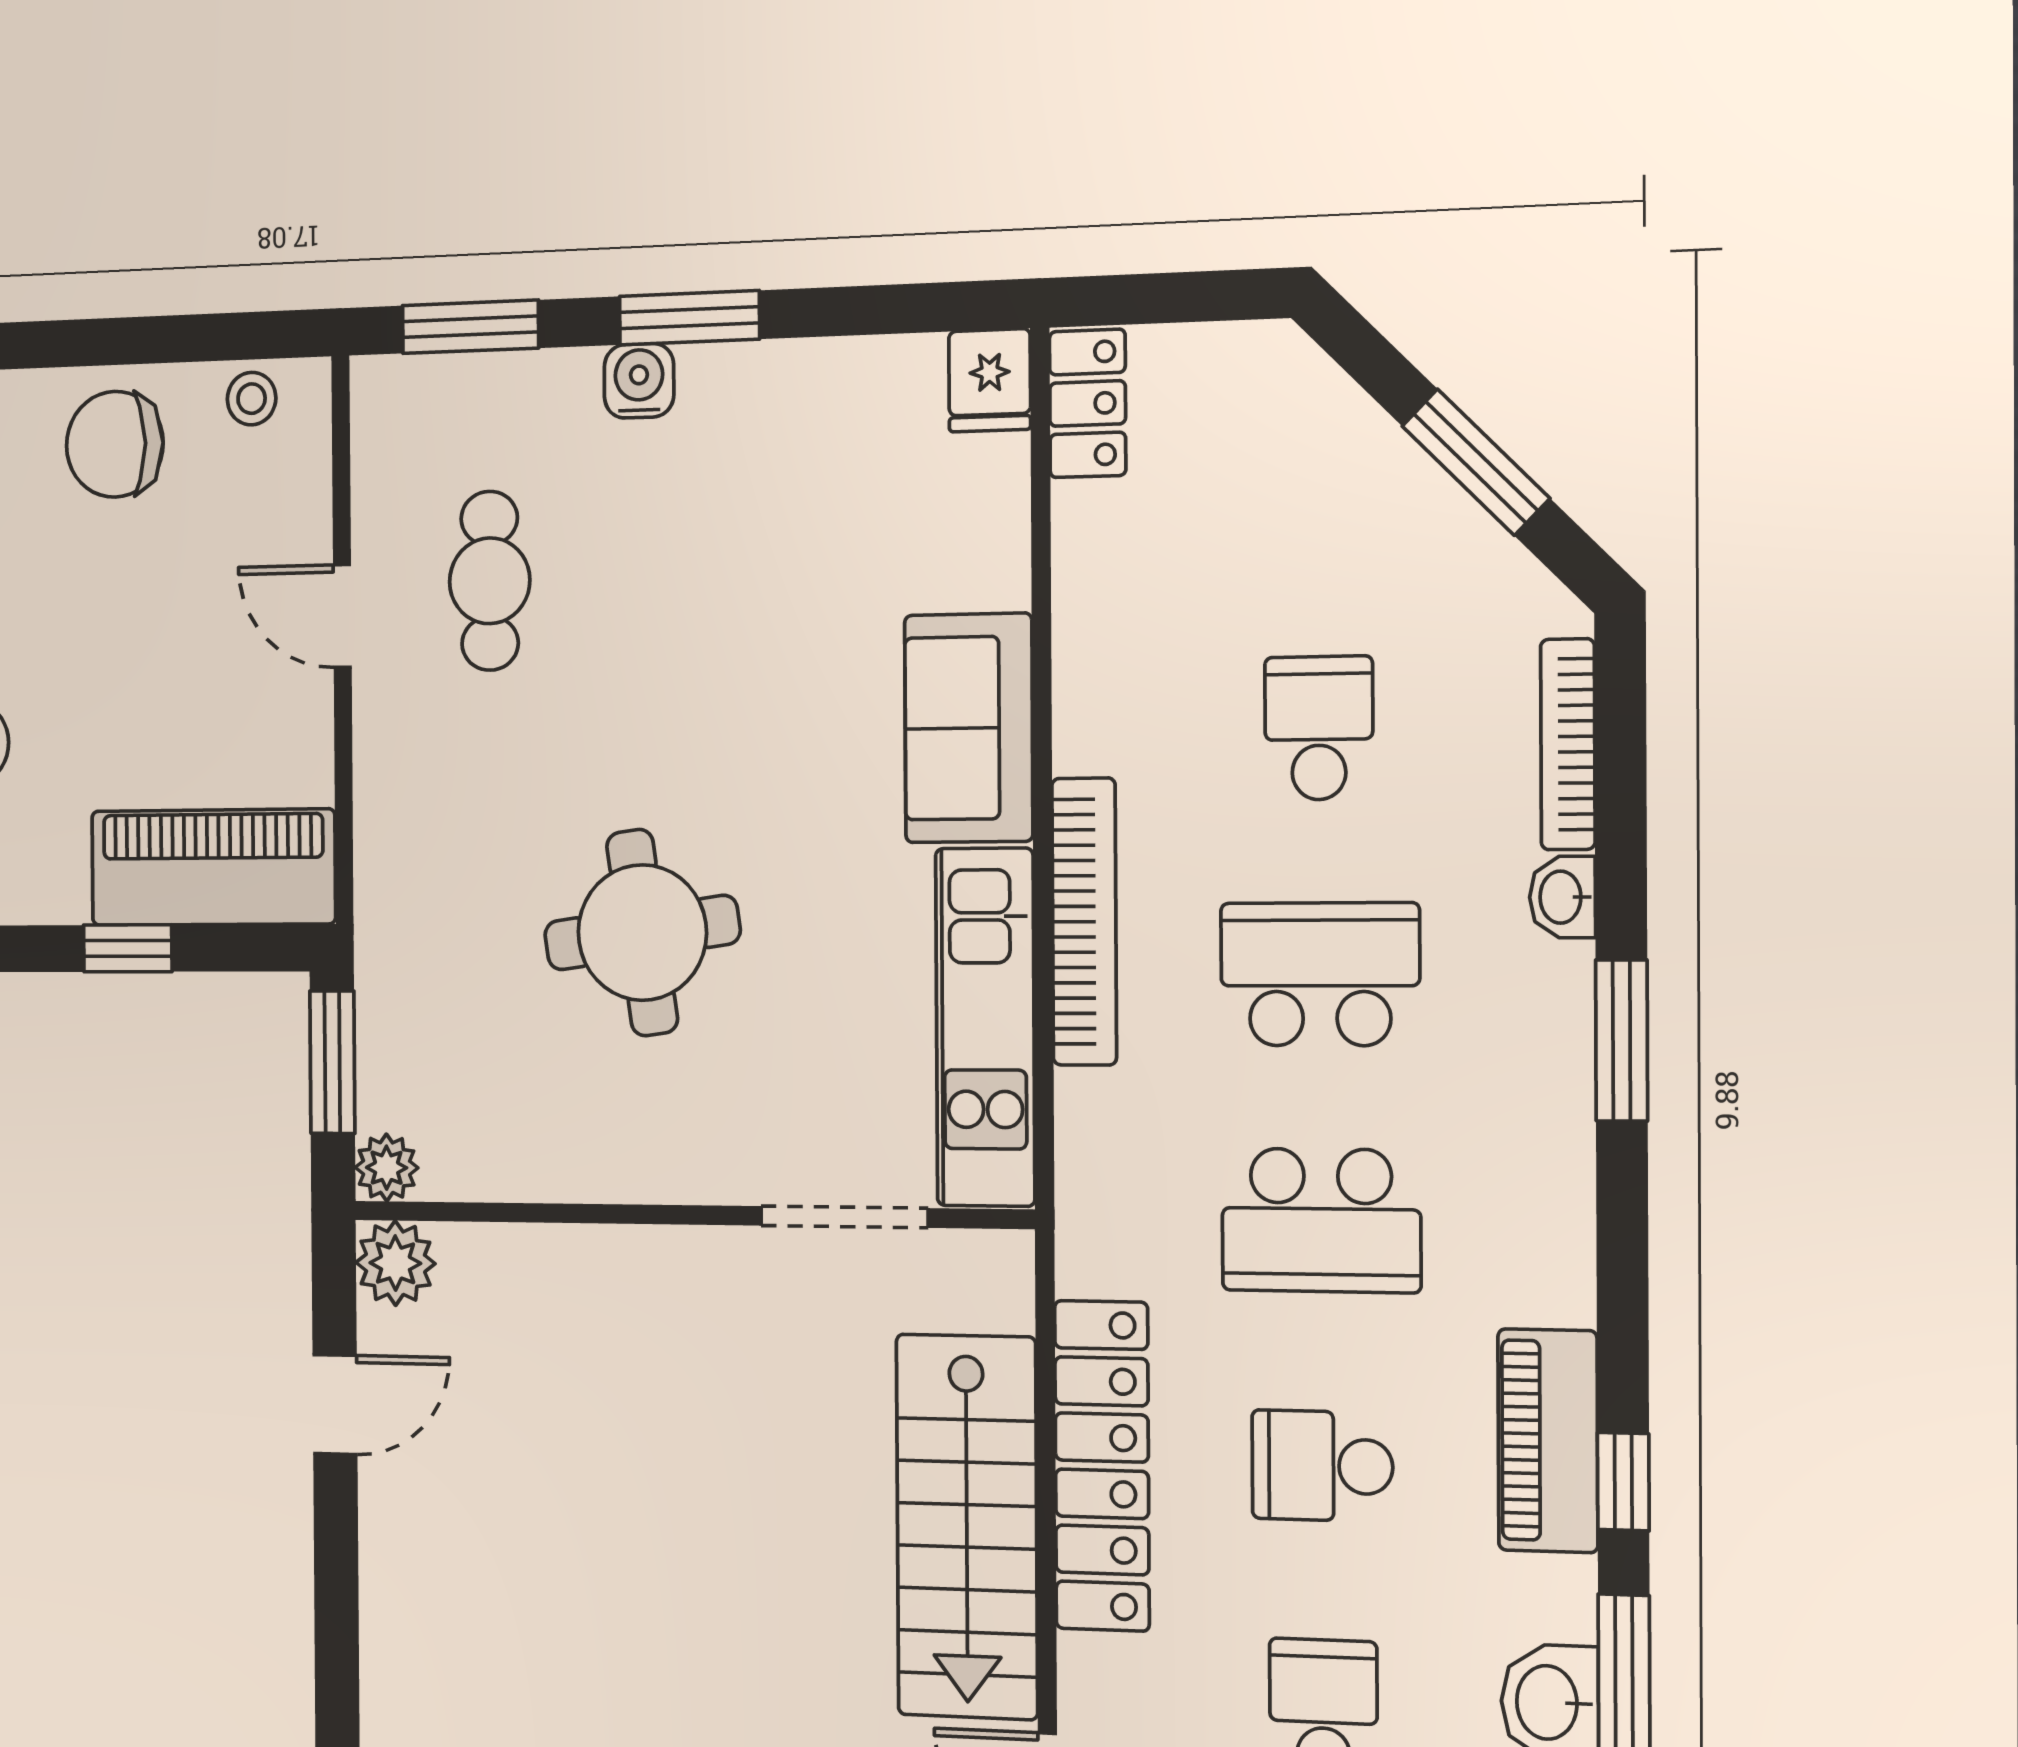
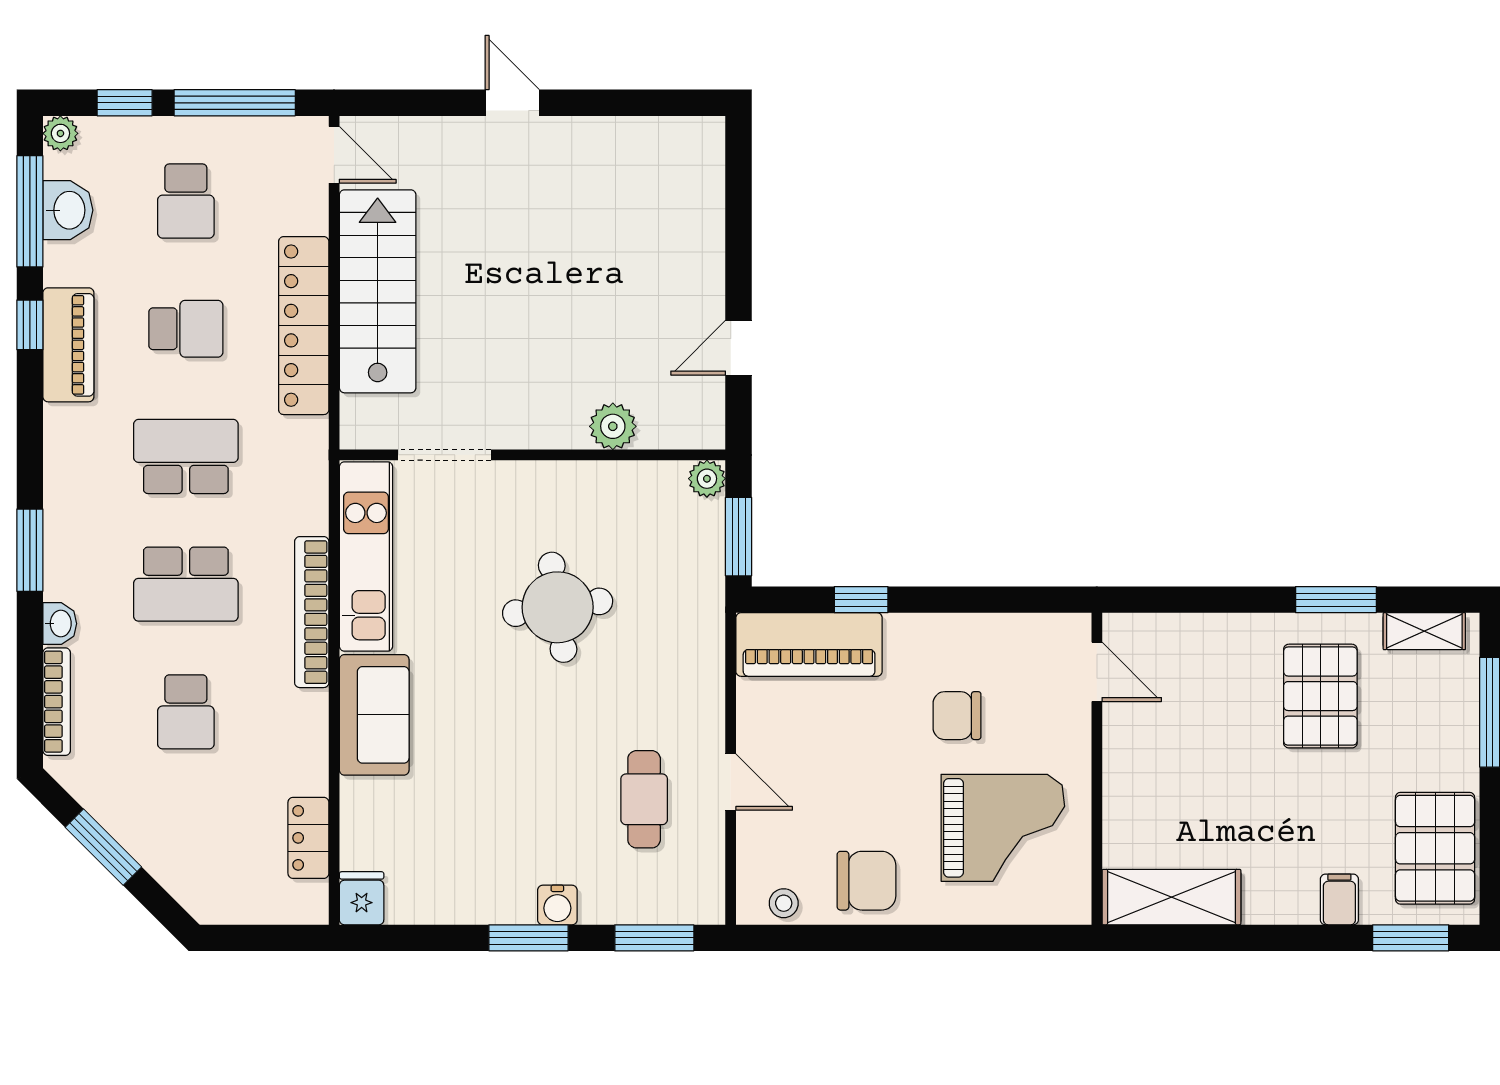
locker: (1088, 403) -> (308, 838), moved
plant: (395, 1263) -> (613, 426), moved

